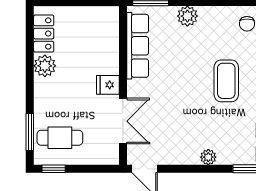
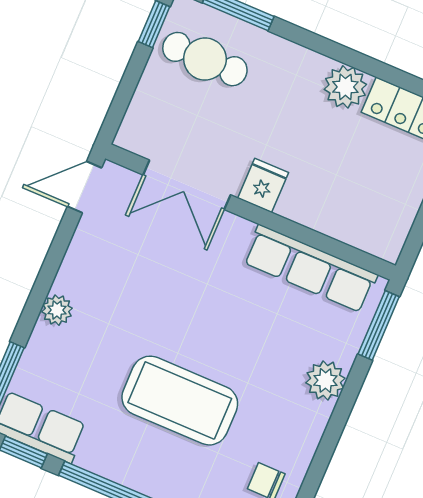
coffee table: (226, 81) -> (180, 401), width x1.36, depth x1.32
cafe table: (60, 138) -> (205, 59), turned 90

